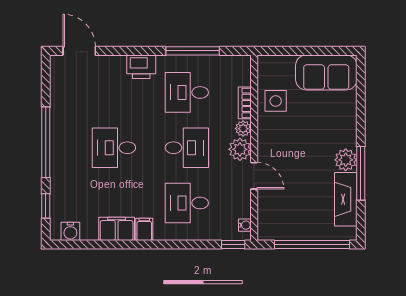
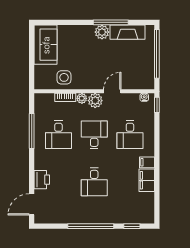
printer: (141, 67) -> (42, 180), moved
water cooler: (70, 231) -> (148, 210), removed

